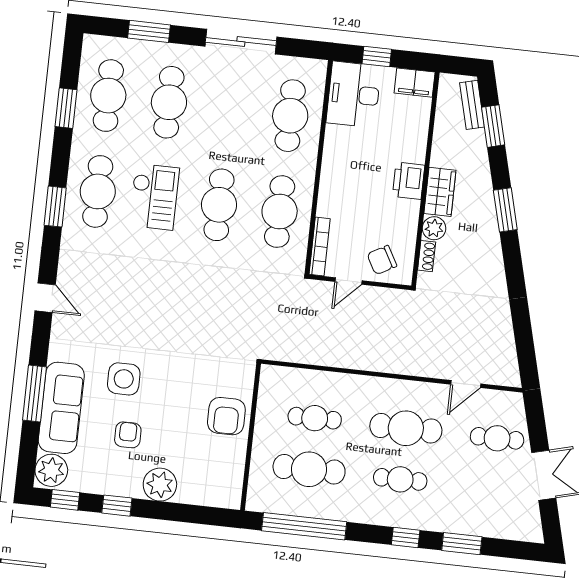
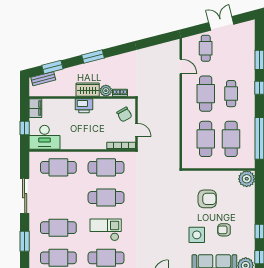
armchair: (226, 416) -> (207, 199), moved
cafe table: (315, 418) -> (206, 139), width x1.37, depth x1.35
plant: (160, 485) -> (247, 179), moved

